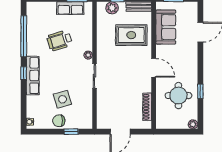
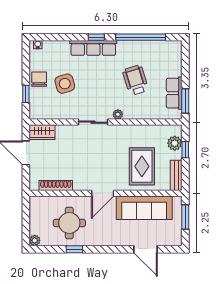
sofa: (166, 27) -> (144, 208), width x1.36
wardrobe: (103, 118) -> (42, 132), added

